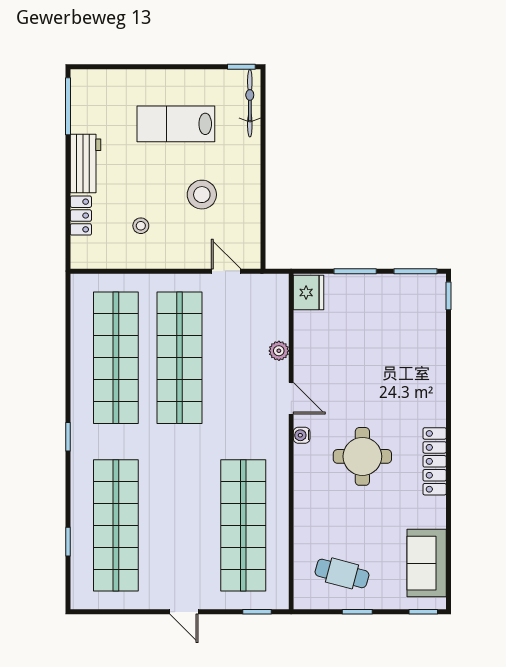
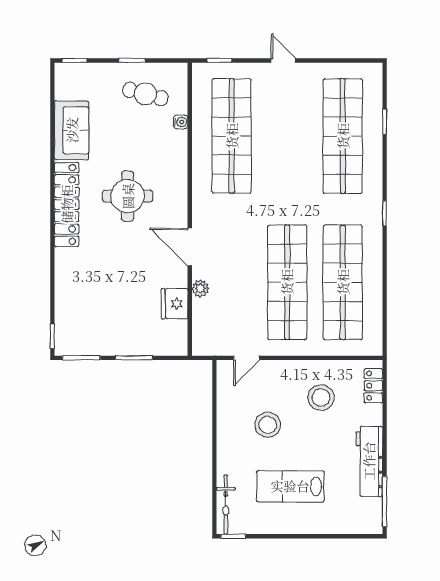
lab bench: (176, 124) -> (290, 486), turned 180
workbench: (85, 163) -> (369, 461), width x1.38
locker: (81, 216) -> (373, 386), moved
stool: (141, 226) -> (321, 398), width x1.89, depth x1.89
door: (226, 271) -> (247, 358), hinge flipped
fridge: (309, 292) -> (175, 304), moved
door: (291, 398) -> (190, 247), width x1.38
water cooler: (302, 435) -> (181, 122), moved
locker: (435, 461) -> (67, 204), width x1.41, depth x1.21
sofa: (427, 563) -> (72, 130), moved

